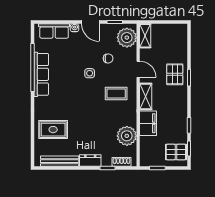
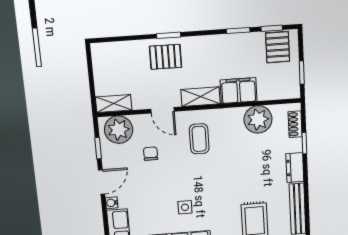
door: (138, 69) -> (162, 110), swing flipped
side table: (90, 73) -> (185, 207), moved

